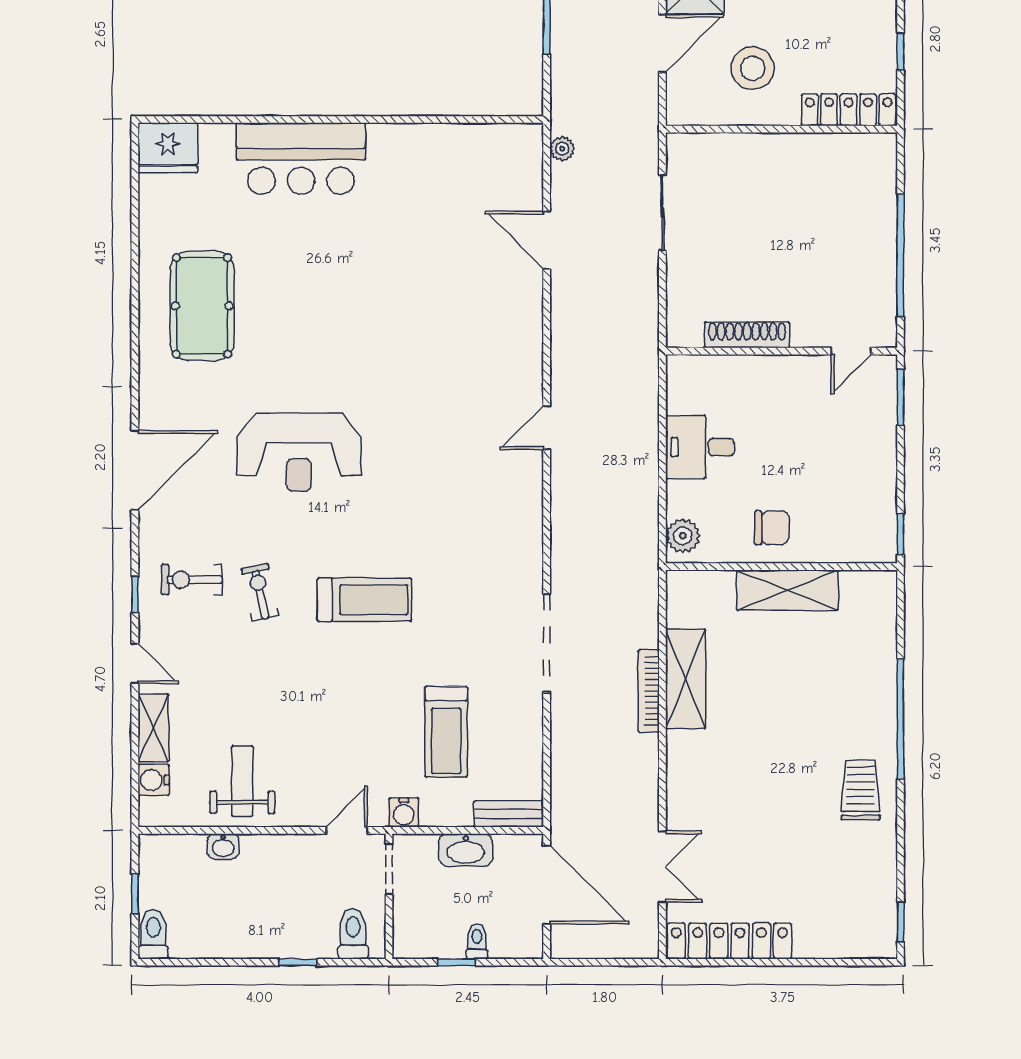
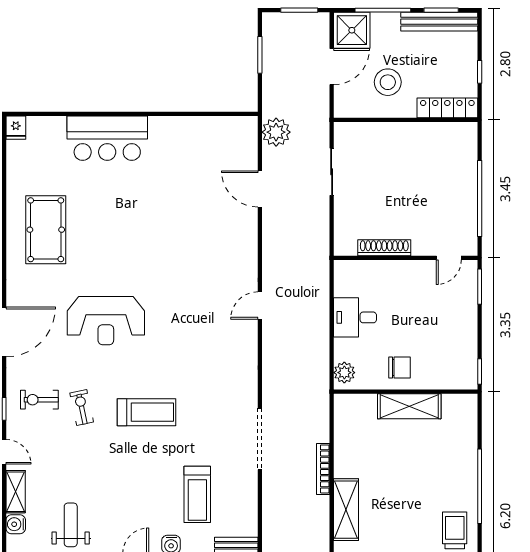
fridge: (168, 148) -> (16, 128), width x0.53, depth x0.75
plant: (562, 149) -> (276, 132), width x1.87, depth x1.87
shelving: (686, 679) -> (346, 510), moved

